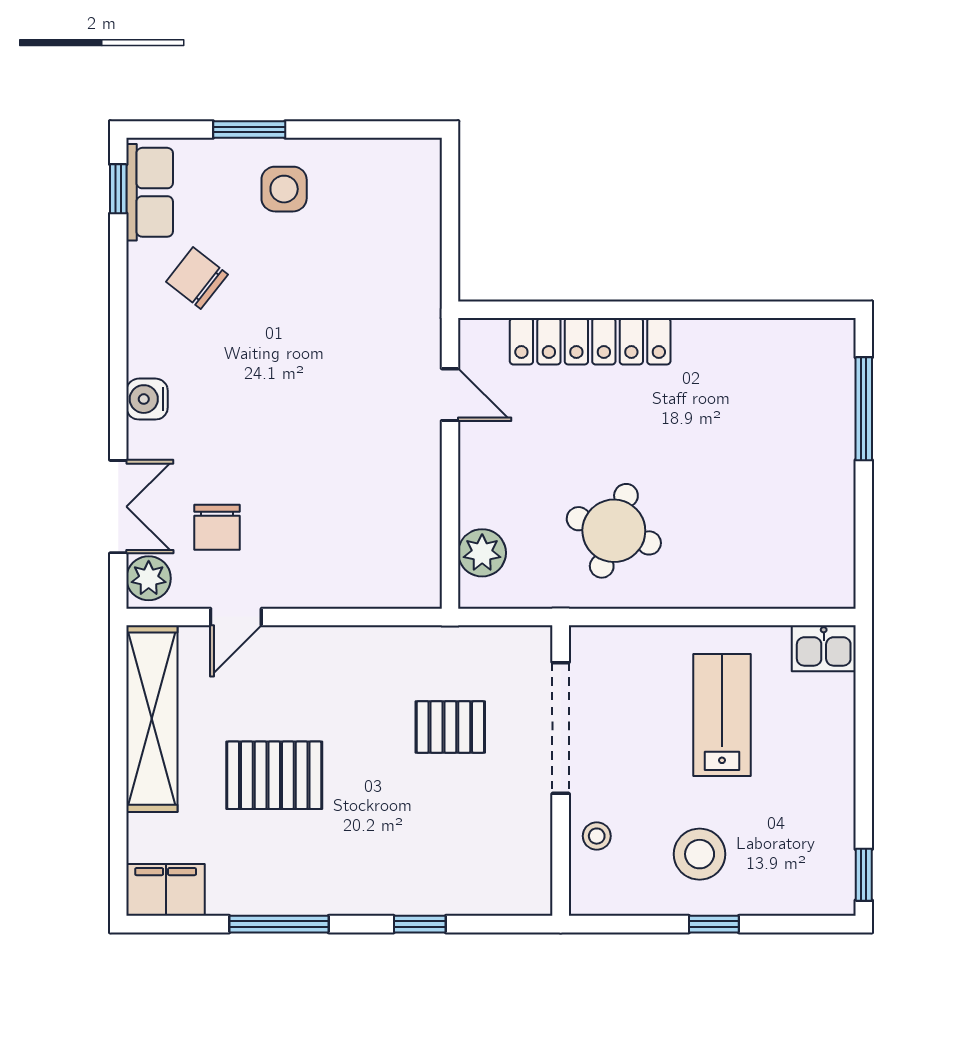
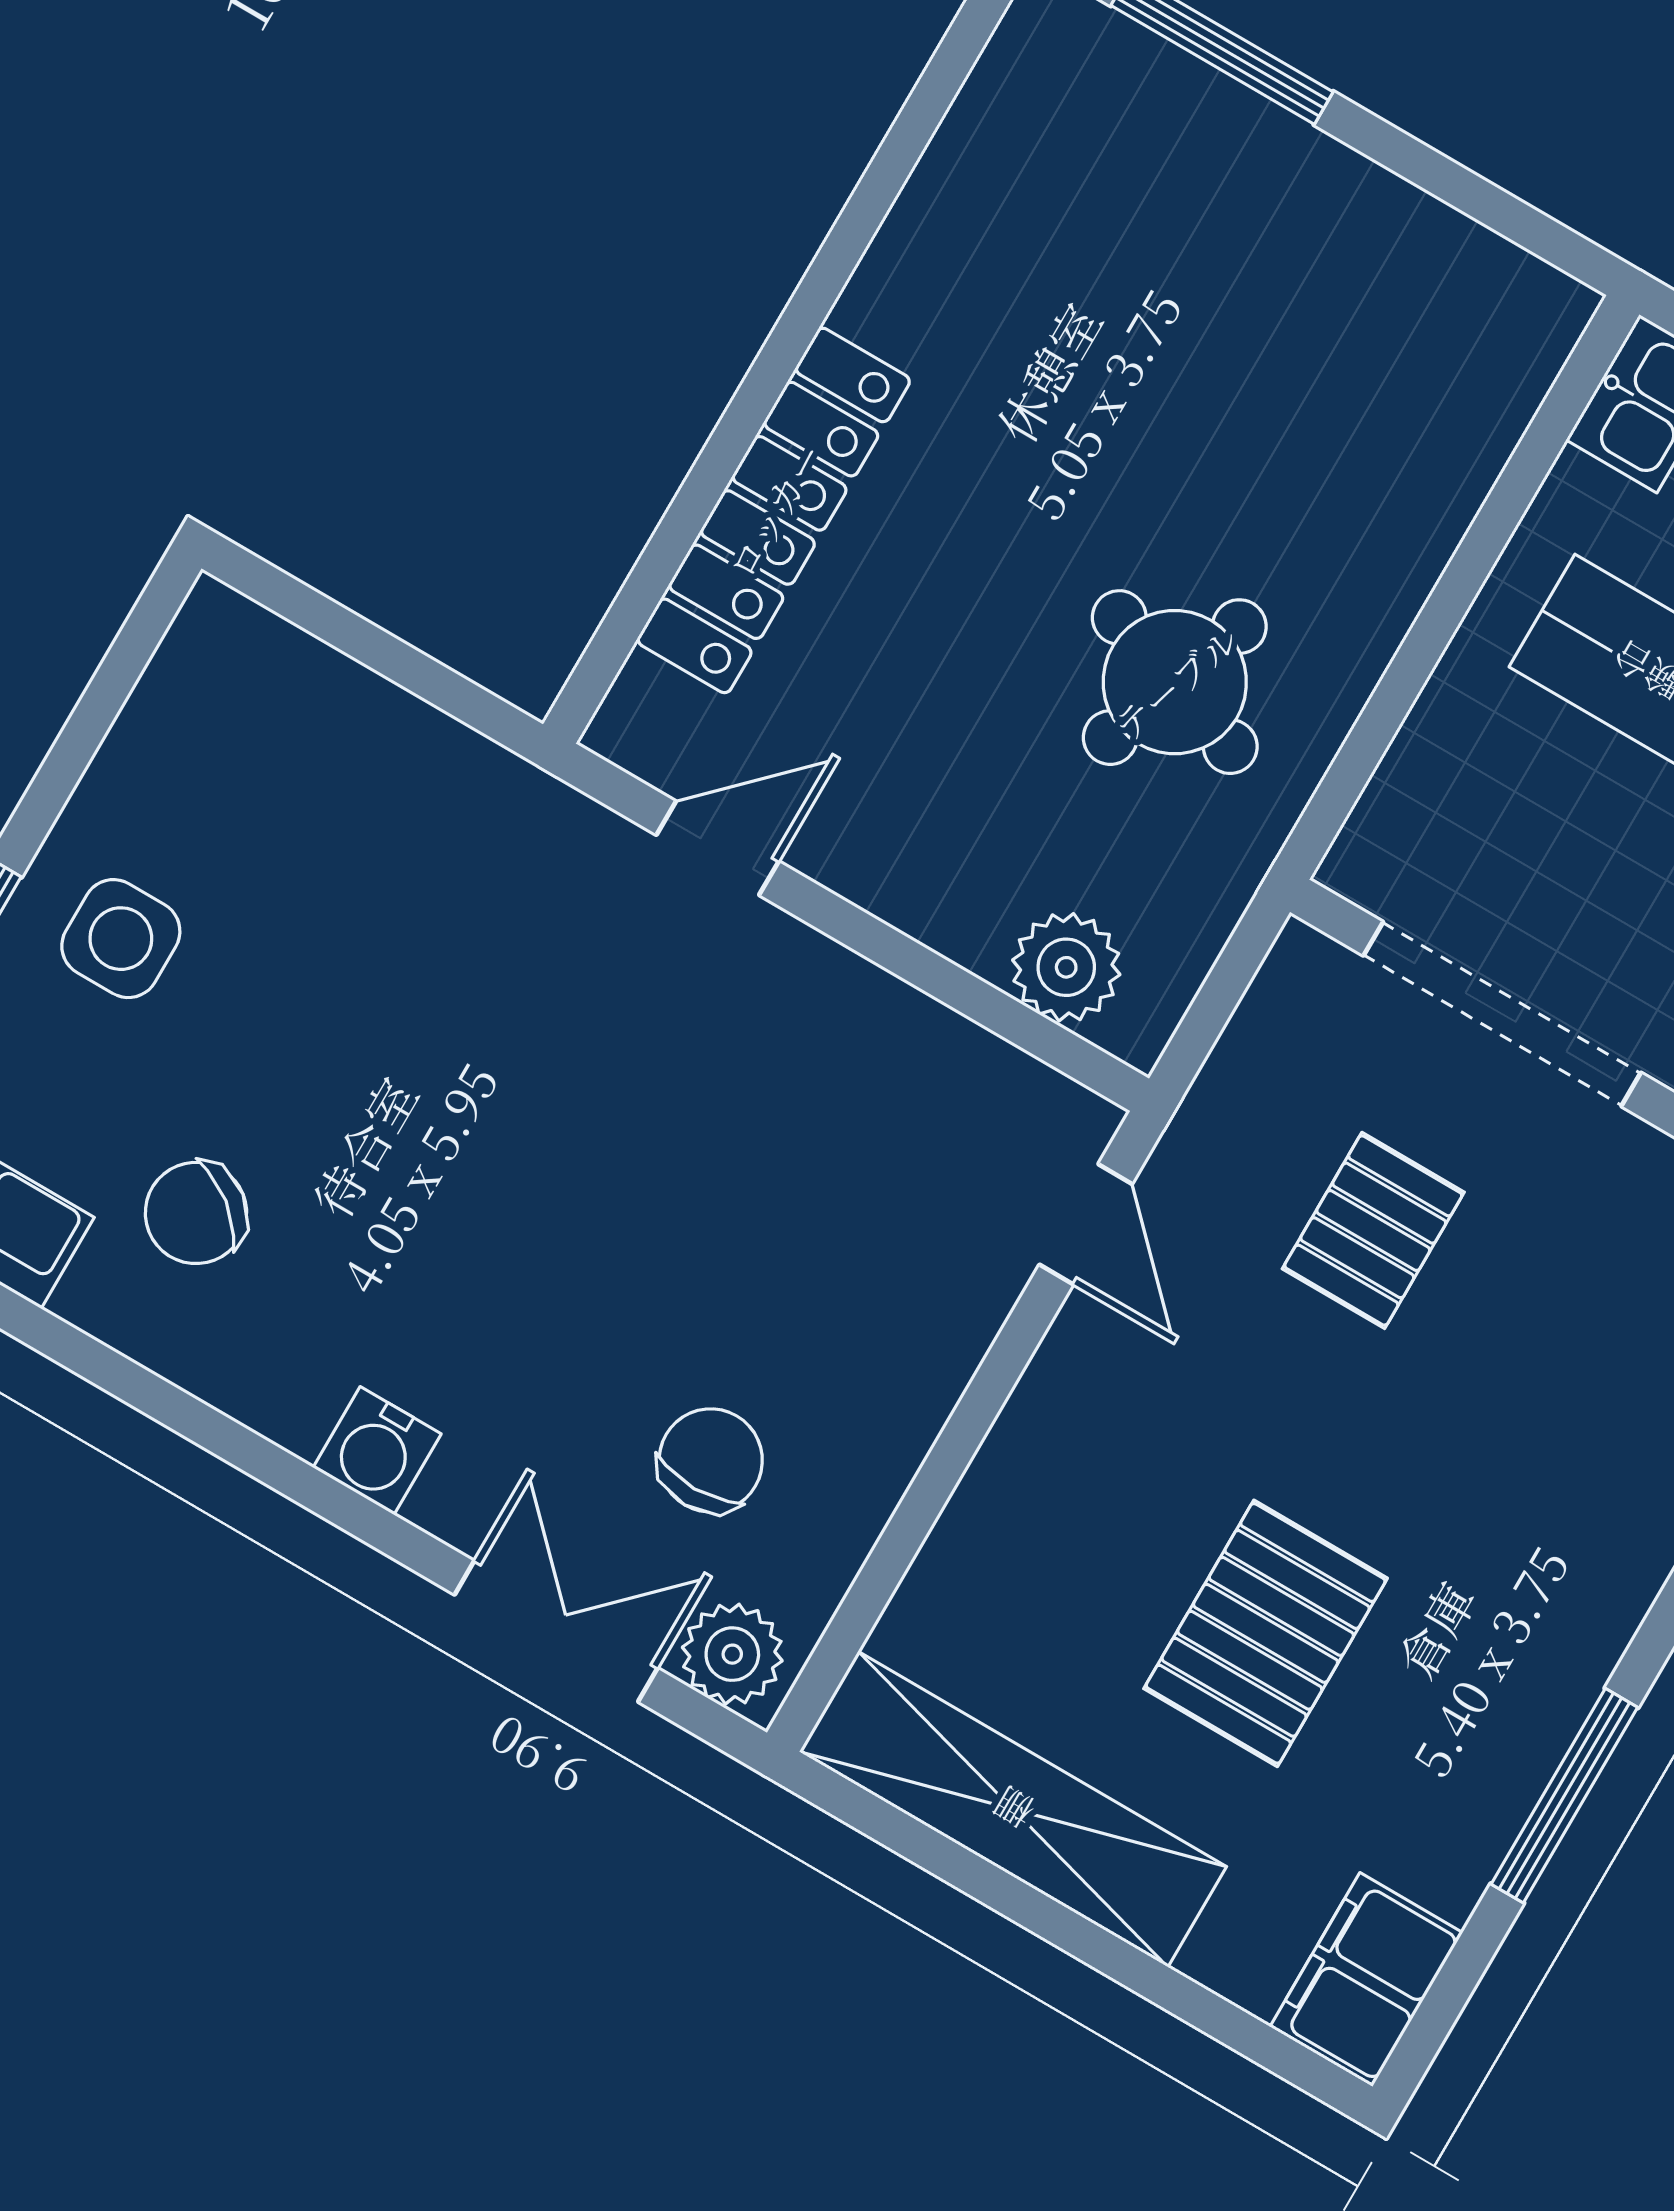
chair: (217, 527) -> (711, 1460), turned -90
door: (236, 617) -> (1086, 1224), moved

